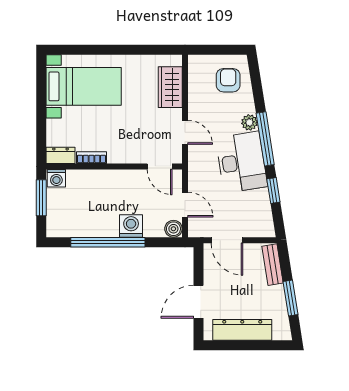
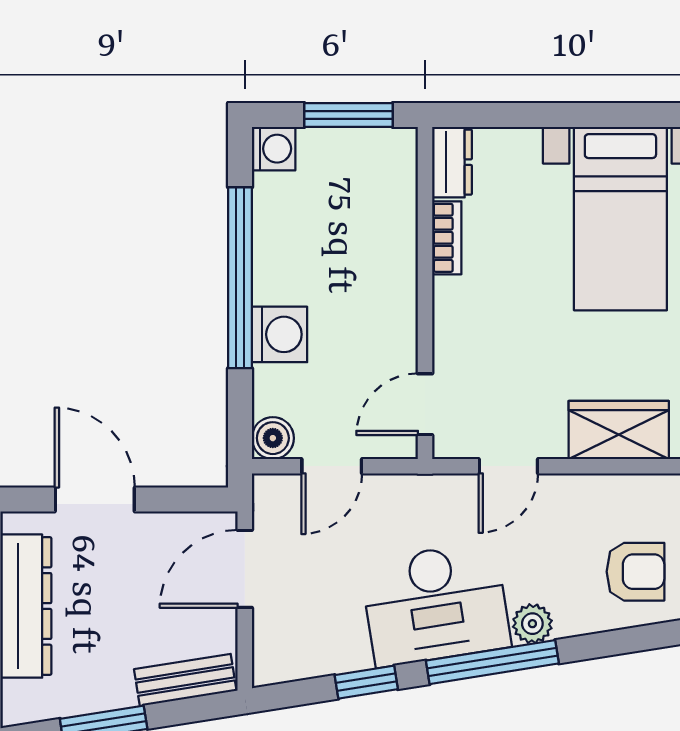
washing machine: (56, 178) -> (274, 149), moved, turned 180

